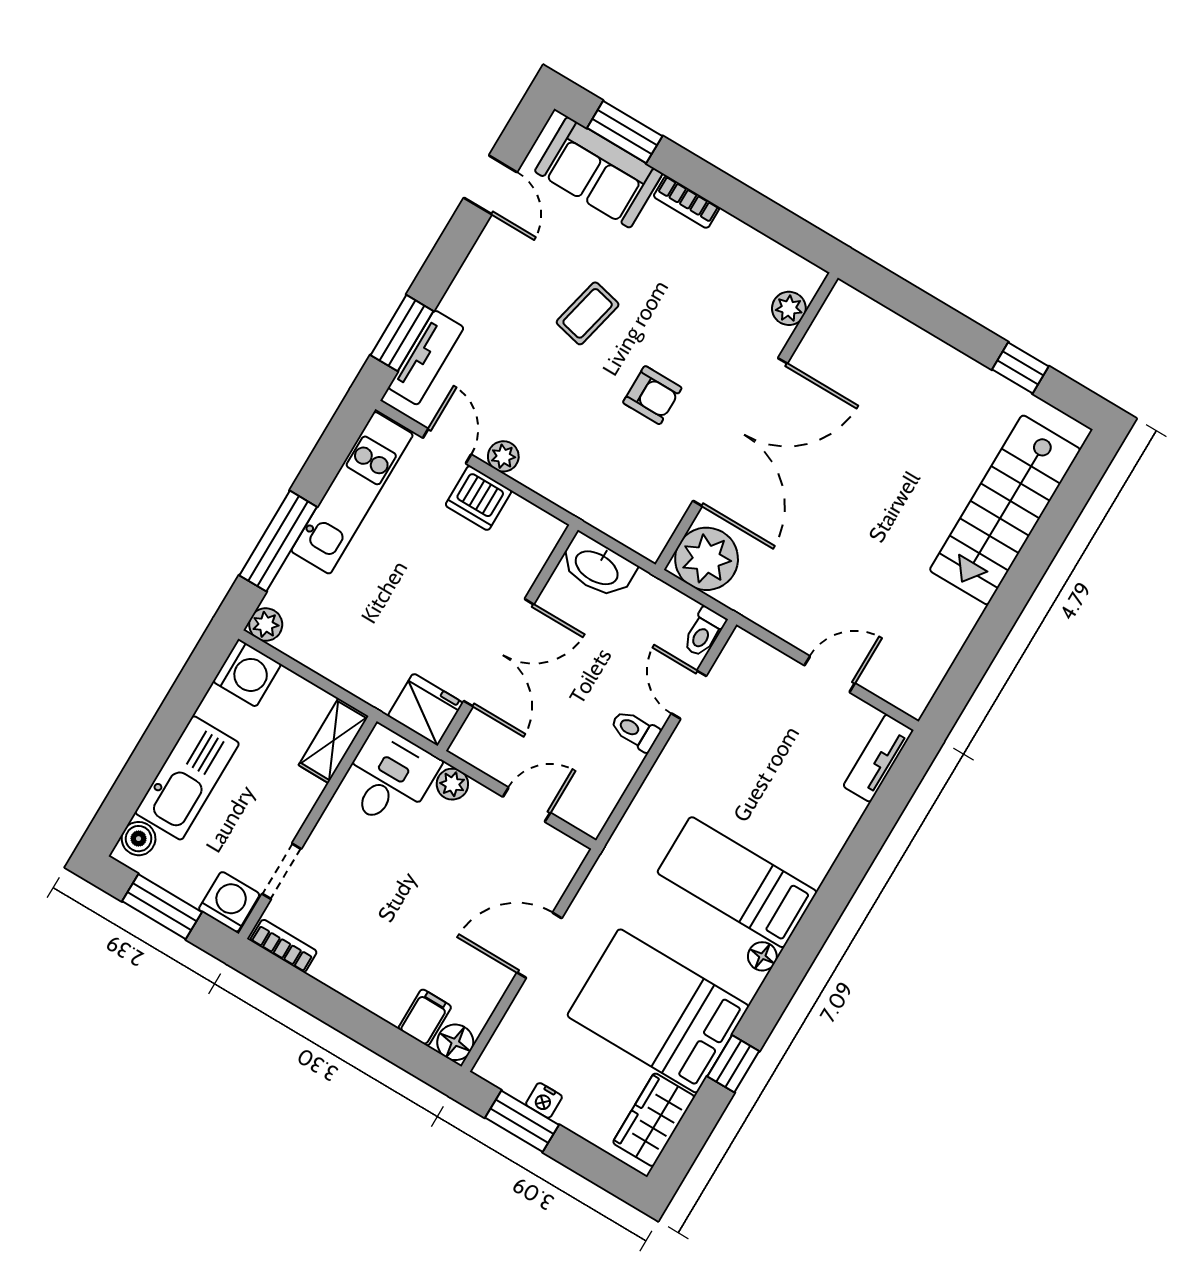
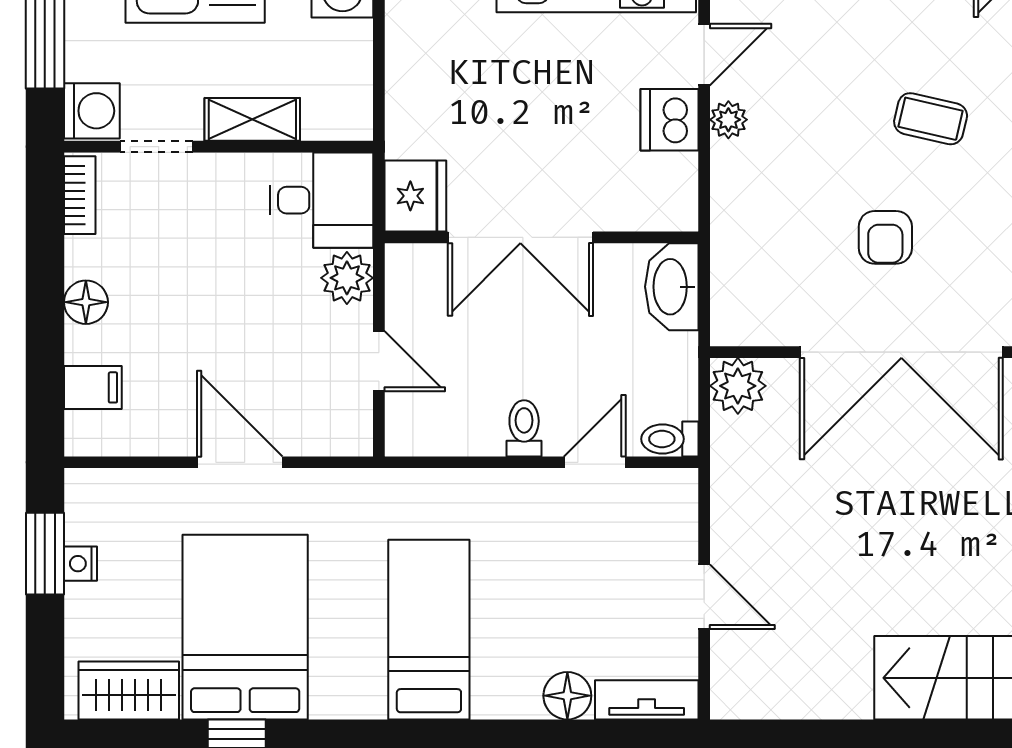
plant: (707, 559) -> (738, 386), width x0.73, depth x0.73
shelving: (334, 741) -> (252, 119), moved
plant: (452, 784) -> (347, 278), width x1.38, depth x1.38
floor lamp: (762, 956) -> (567, 696), moved, width x1.37, depth x1.37
floor lamp: (455, 1042) -> (86, 302), moved

